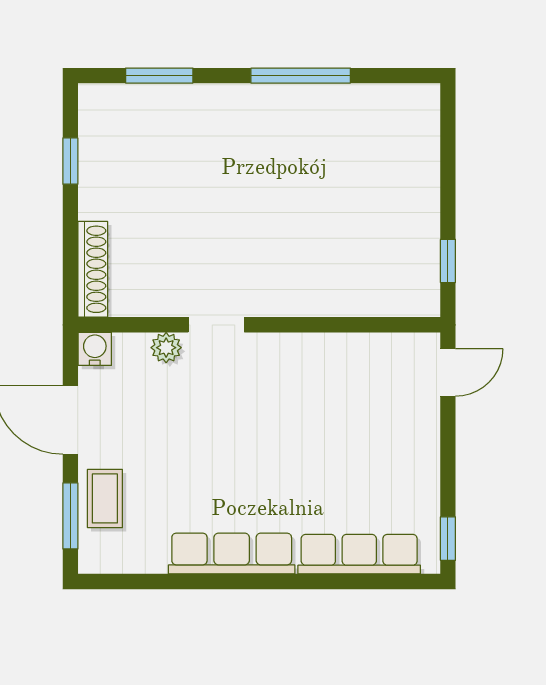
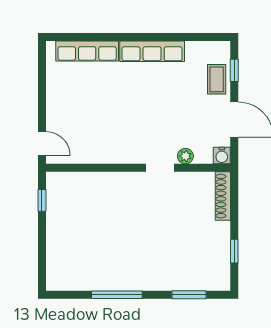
door: (448, 372) -> (42, 144), swing flipped
window: (70, 516) -> (234, 70), width x0.67
window: (448, 539) -> (42, 59), removed

